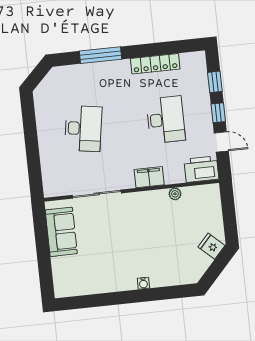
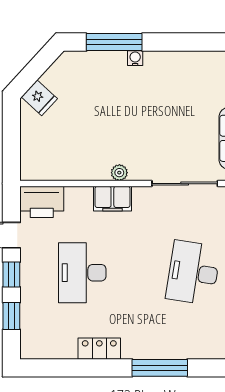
locker: (155, 64) -> (99, 349), width x0.66
plant: (175, 194) -> (119, 173), moved
window: (160, 294) -> (114, 42), added

